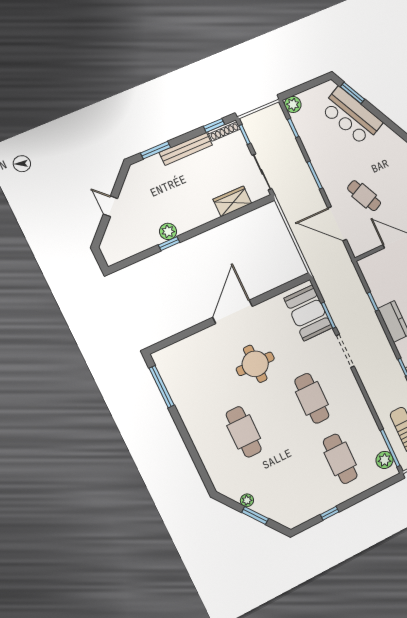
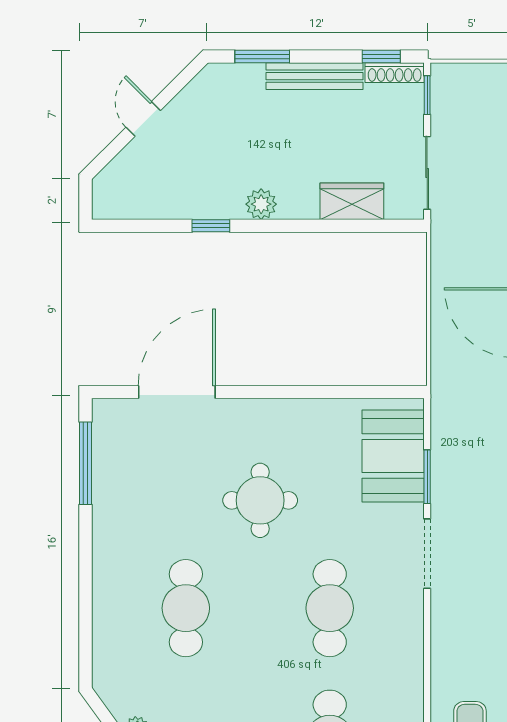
plant: (168, 231) -> (261, 204), moved
door: (233, 312) -> (177, 392), moved

